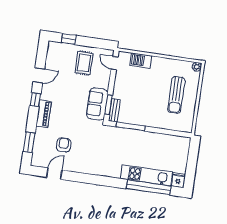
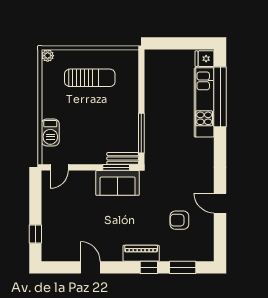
rug: (84, 63) -> (65, 209), removed
window: (35, 100) -> (149, 267), moved
door: (54, 174) -> (220, 203), moved

